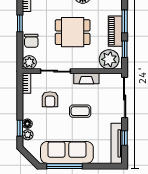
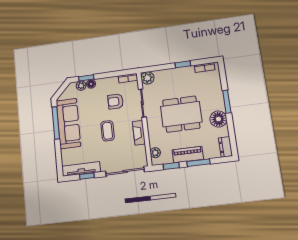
dining table: (73, 32) -> (181, 114), width x1.38
chair: (31, 41) -> (168, 77), removed
plant: (109, 59) -> (155, 153), width x0.53, depth x0.53

